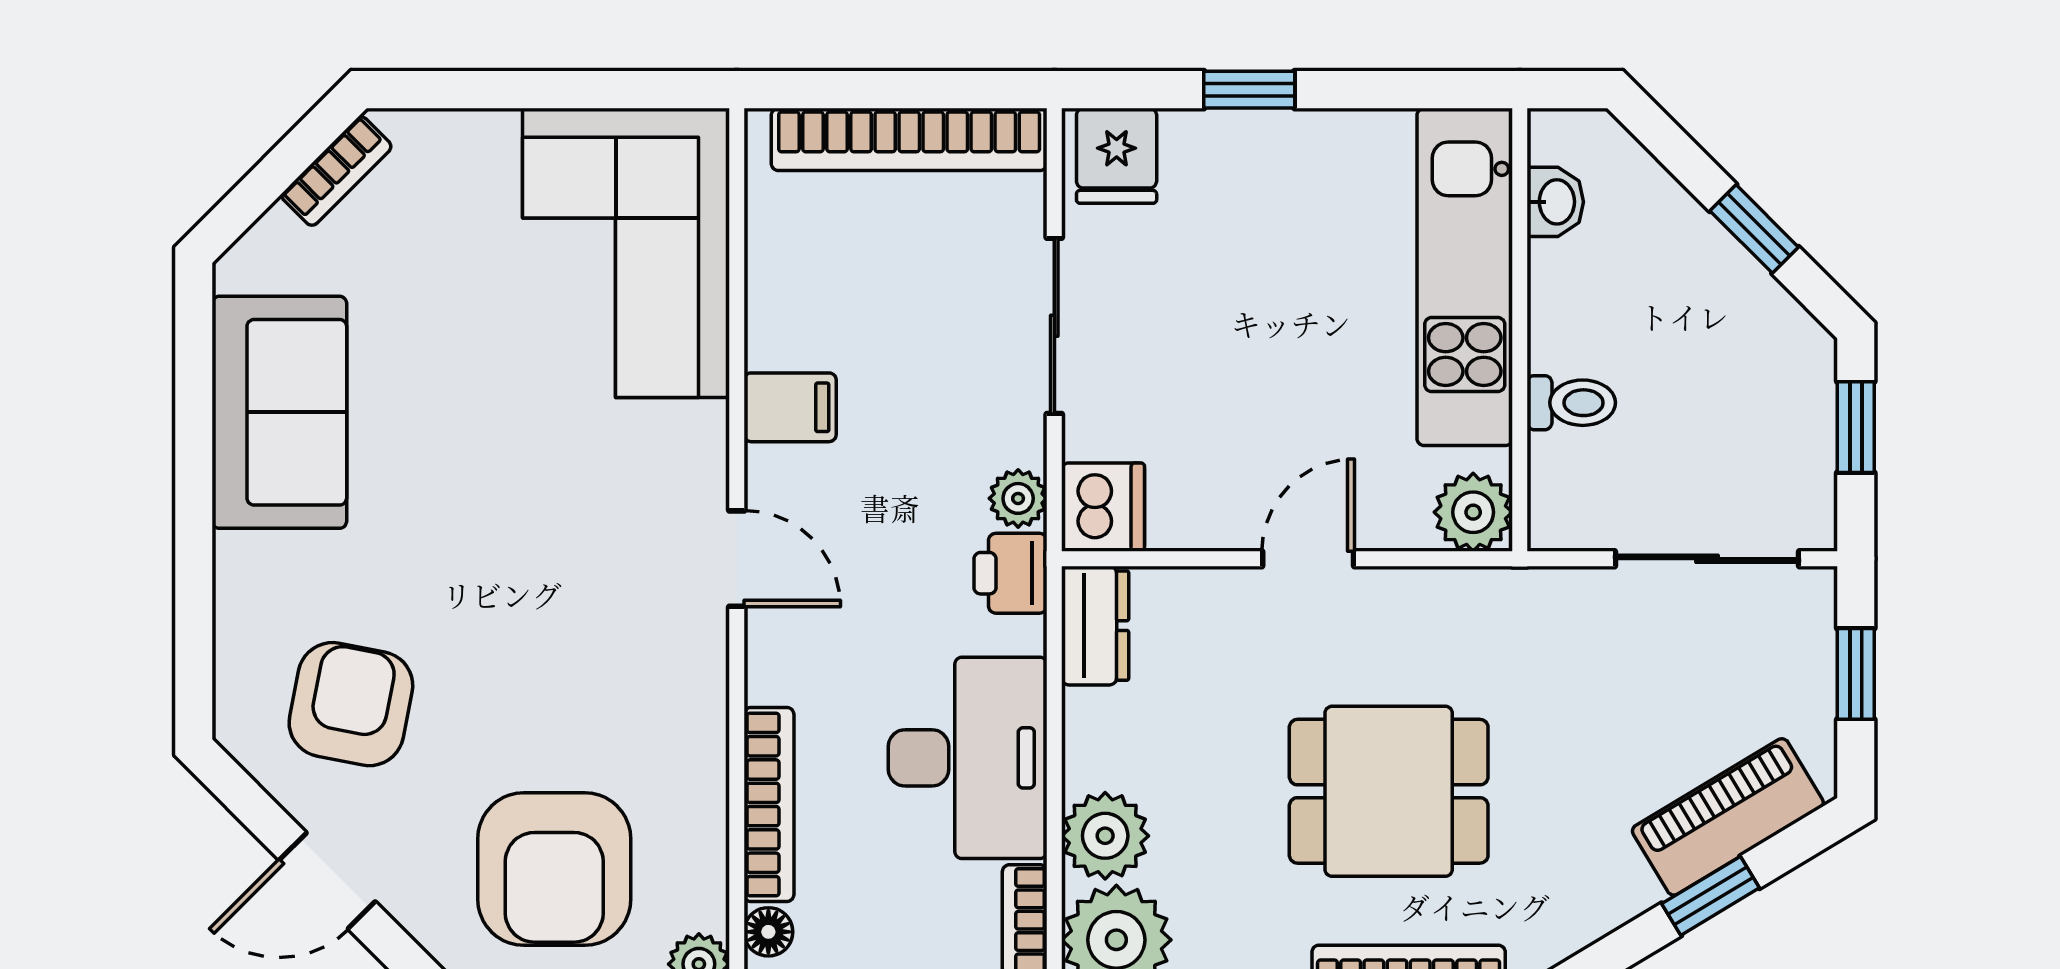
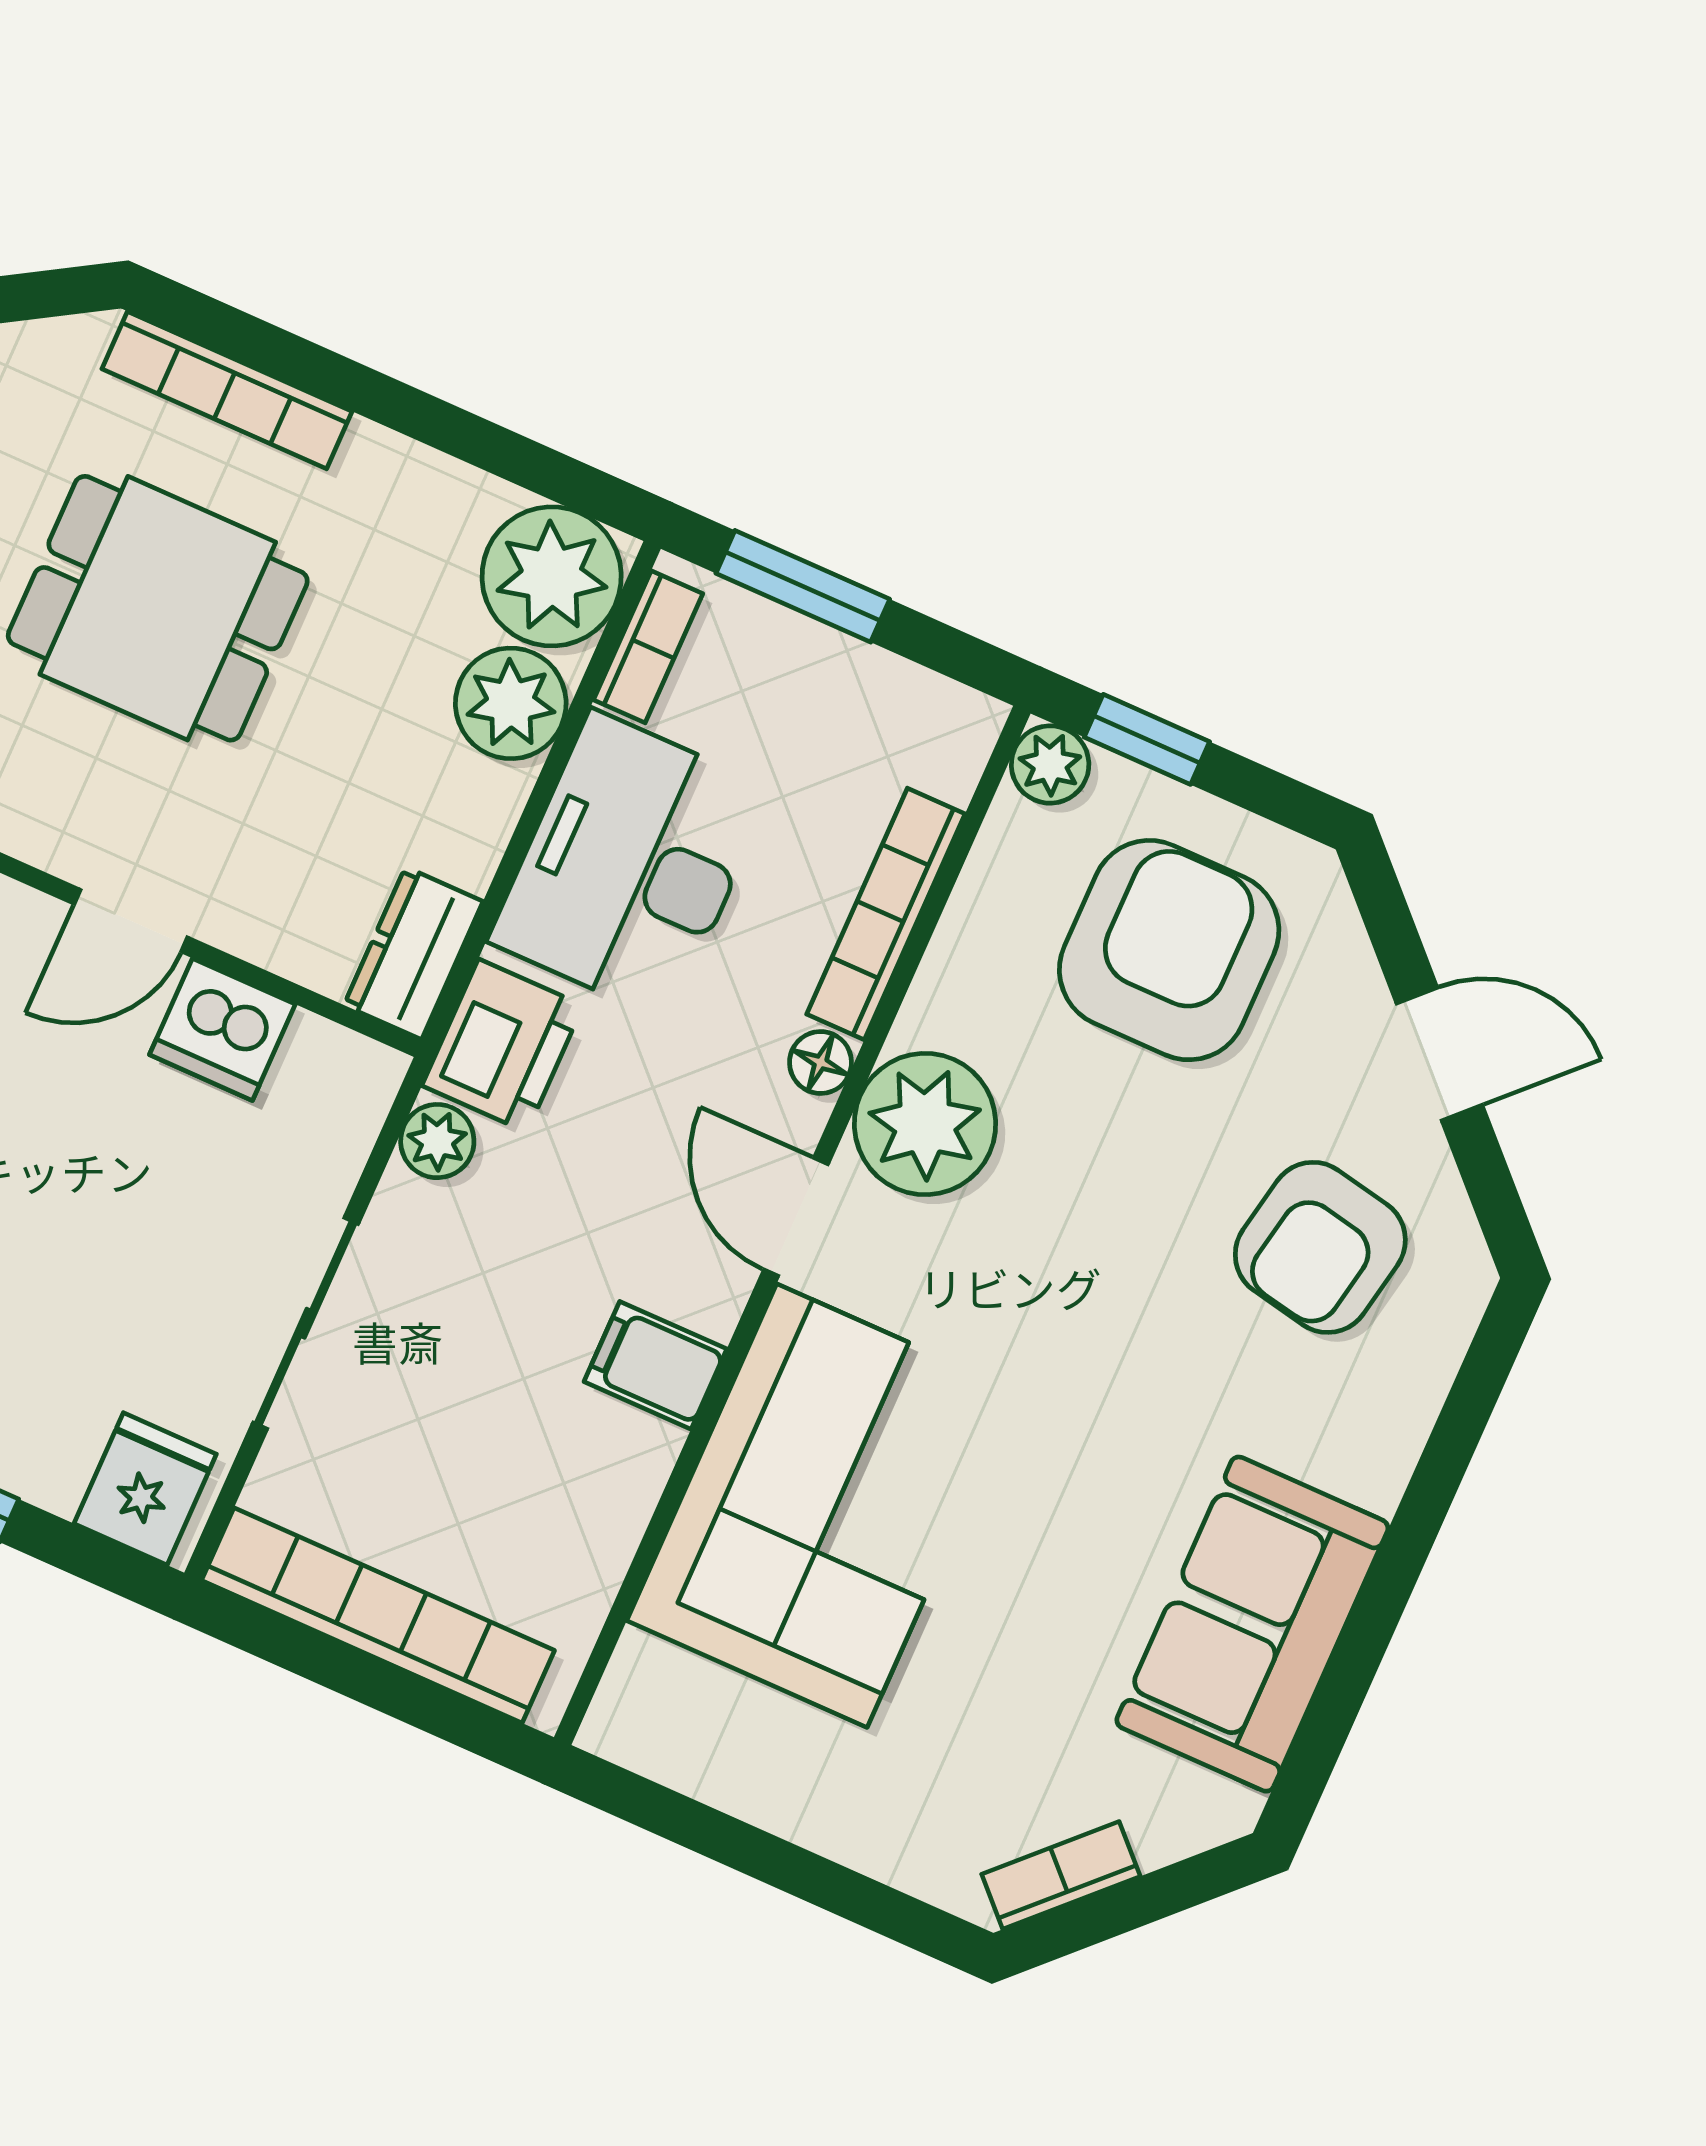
corner sofa: (626, 253) -> (822, 1506), moved
dishwasher: (1103, 507) -> (222, 1029), moved, turned -90
printer: (1010, 573) -> (503, 1046), width x1.36, depth x1.24
plant: (674, 666) -> (925, 1124), added
floor lamp: (768, 932) -> (821, 1062), moved

